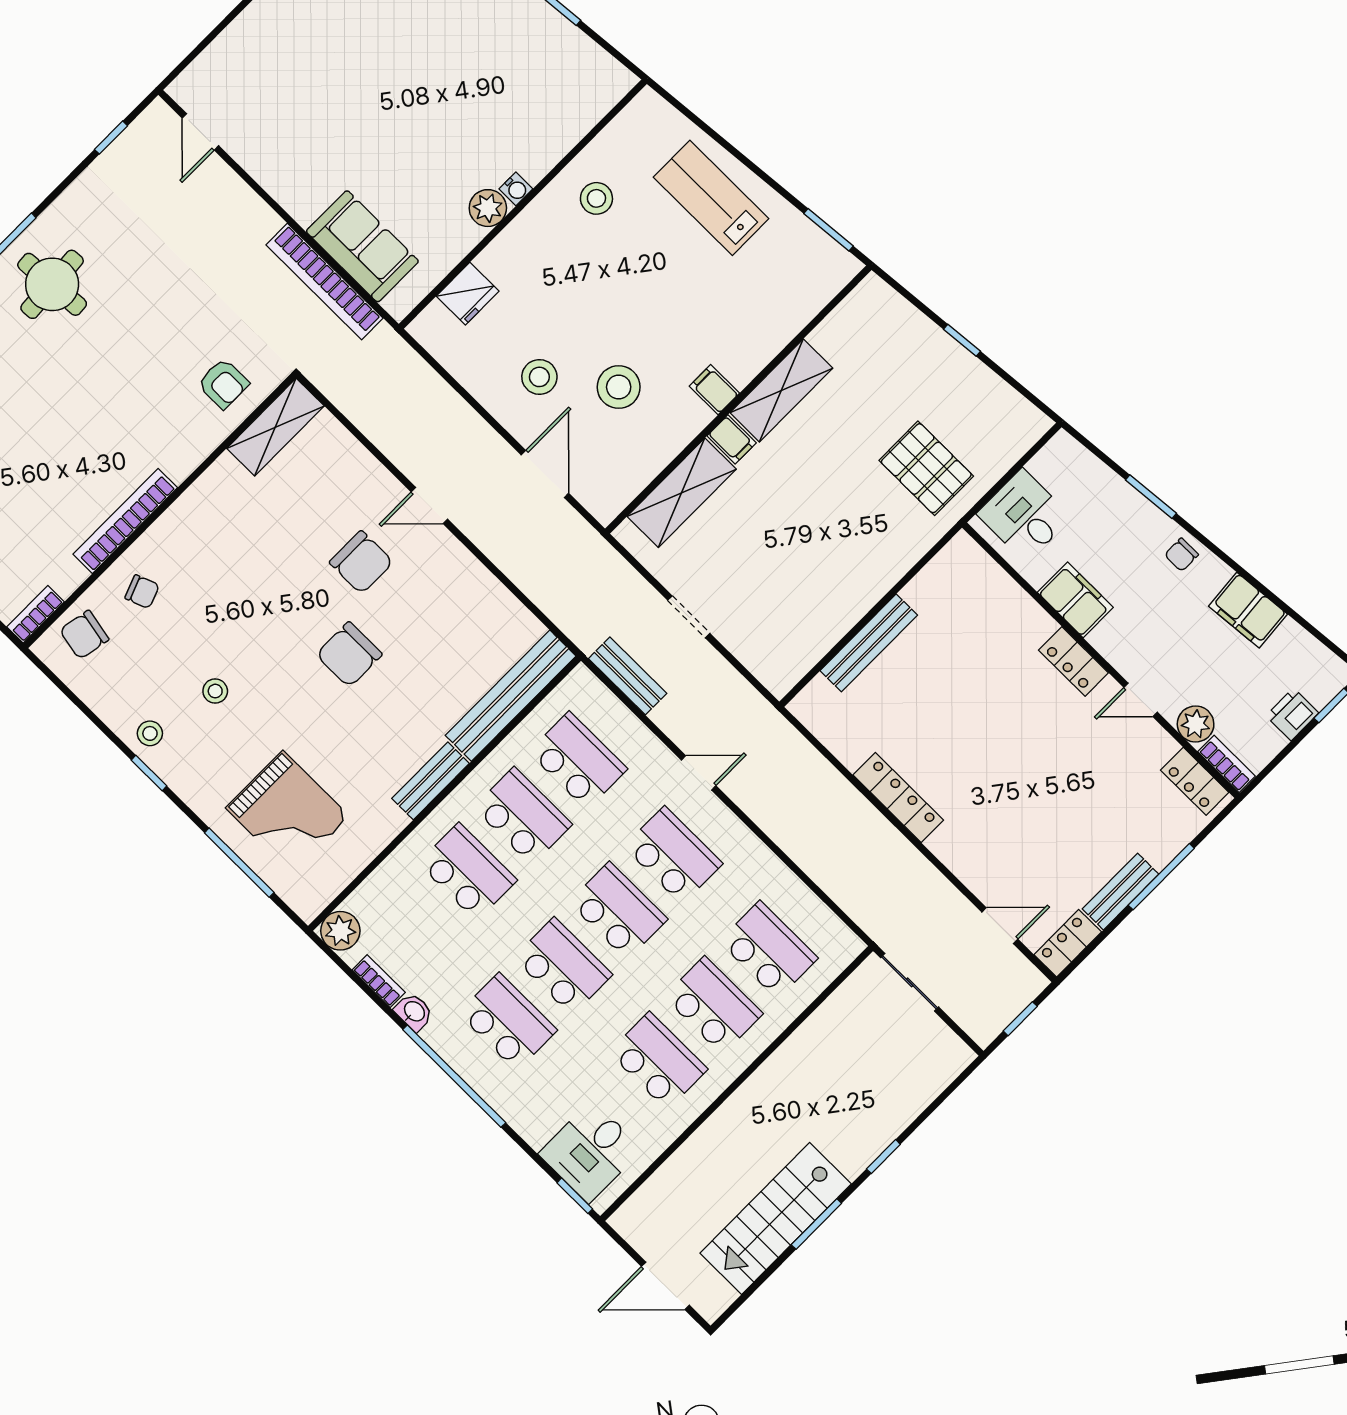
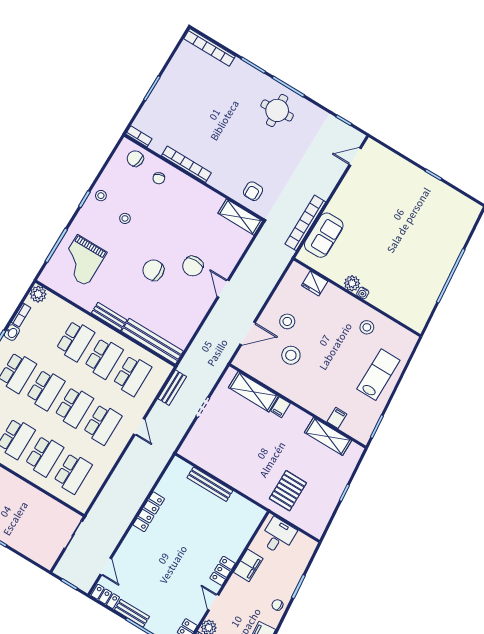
filing cabinet: (714, 390) -> (337, 418), moved
shelving: (781, 390) -> (328, 437), moved

